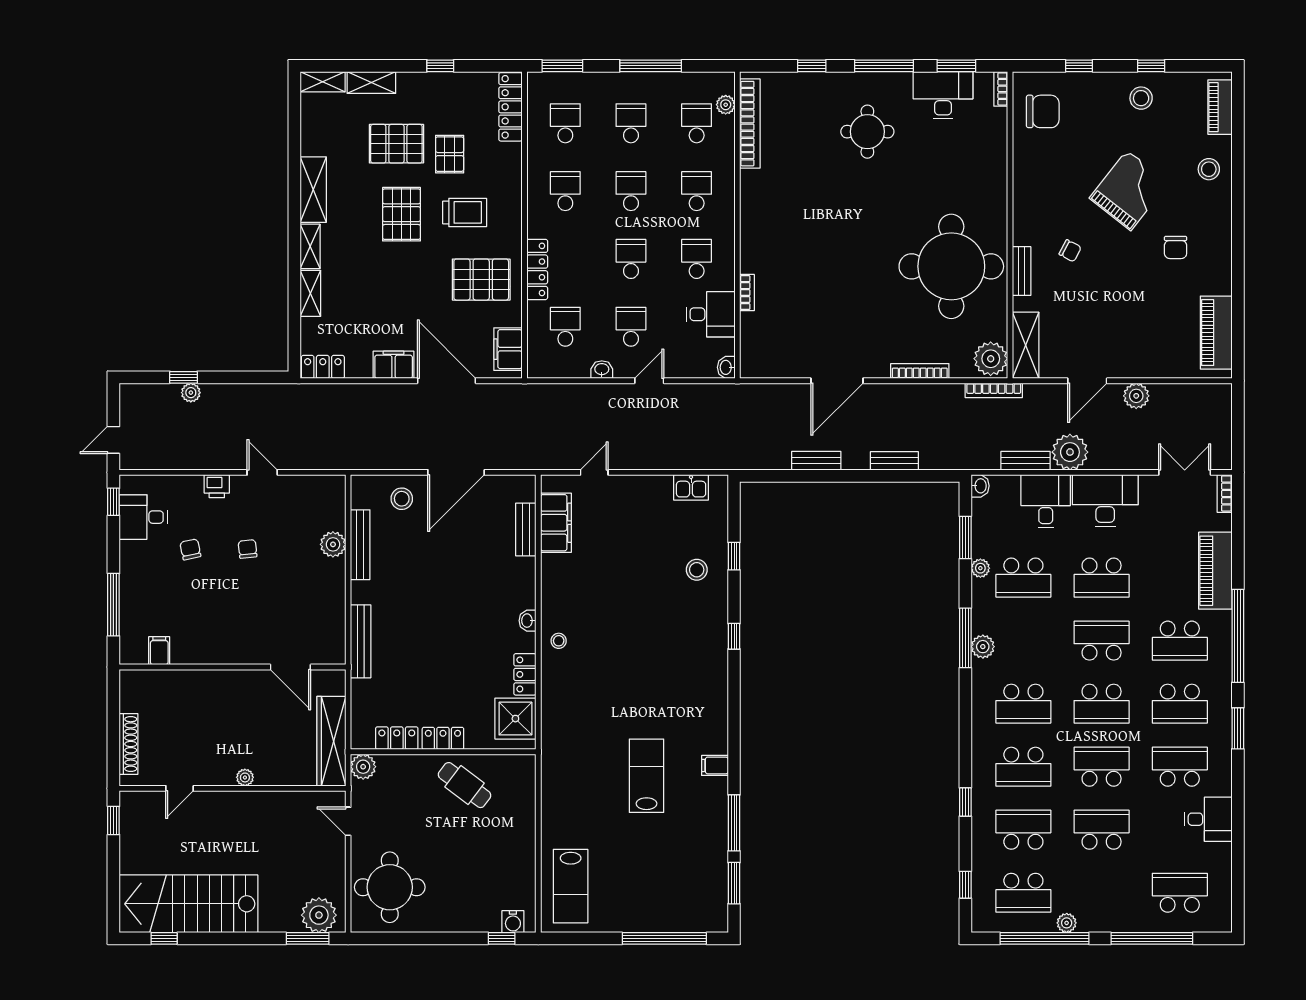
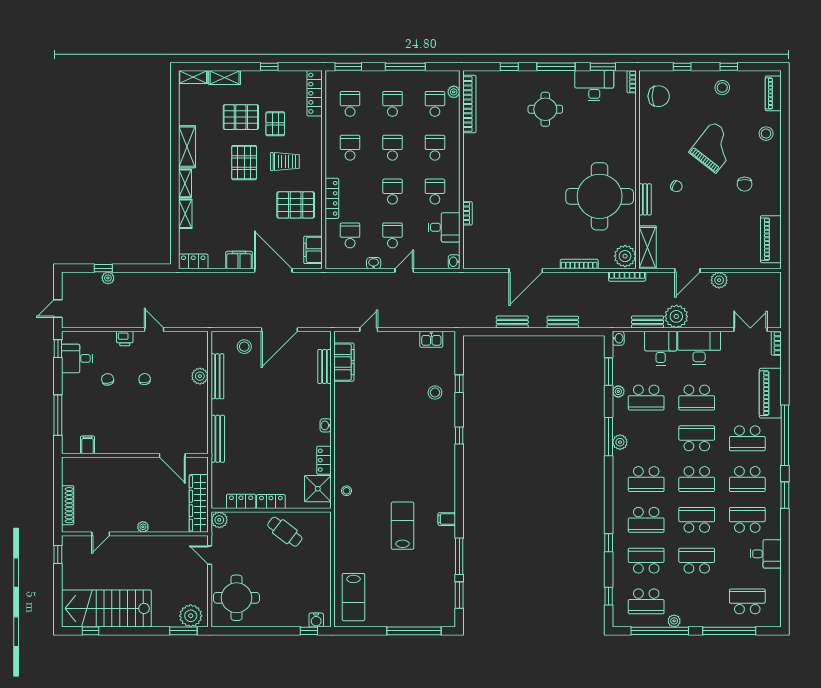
stool: (559, 641) -> (347, 491), moved

